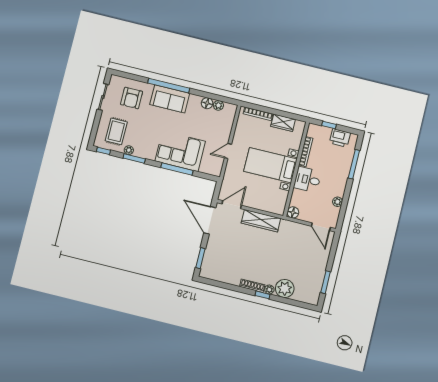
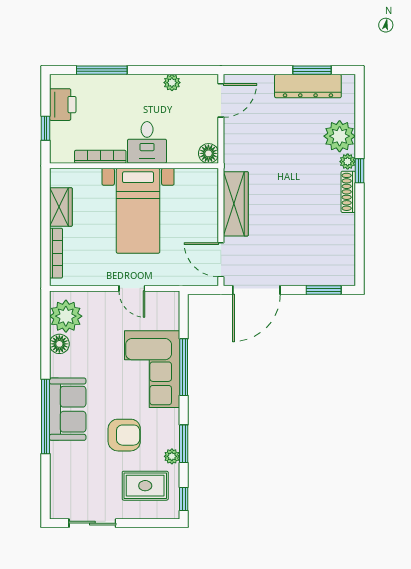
armchair: (132, 98) -> (124, 435), moved
plant: (218, 105) -> (66, 316), width x1.87, depth x1.87
dresser: (317, 278) -> (308, 86), added

